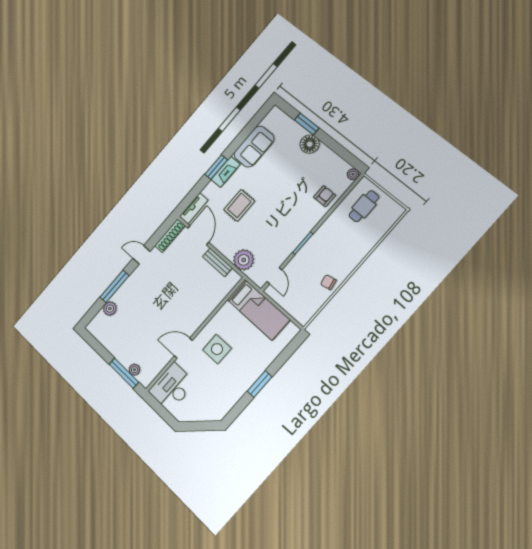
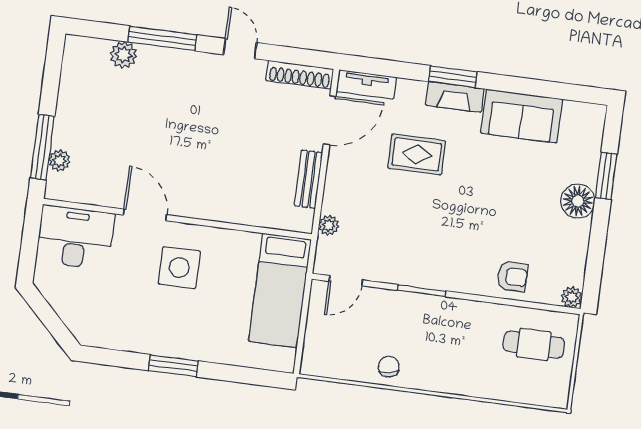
plant: (244, 260) -> (329, 225), width x0.53, depth x0.53

